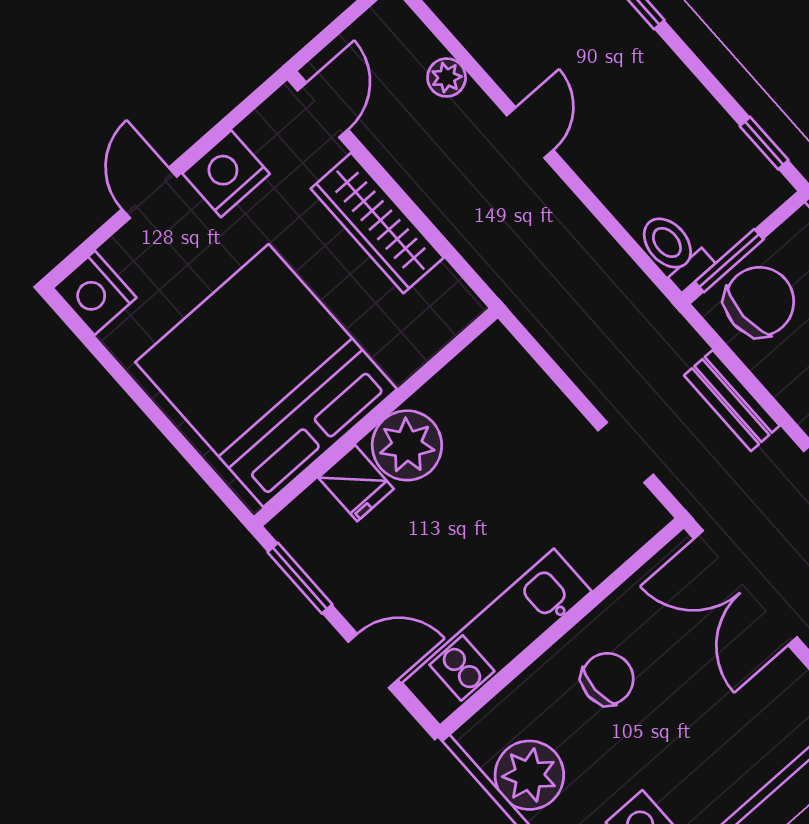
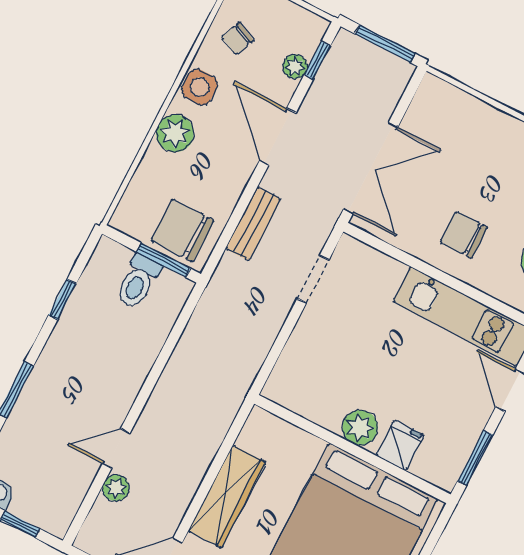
door: (530, 133) -> (116, 448), moved
window: (764, 143) -> (62, 299), moved
toilet: (674, 250) -> (138, 281), moved
plant: (407, 445) -> (360, 428), width x0.73, depth x0.73

